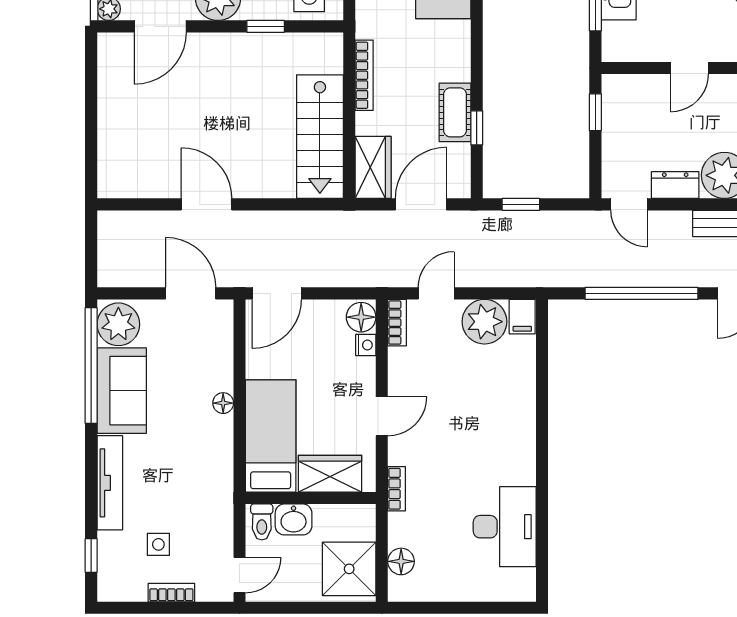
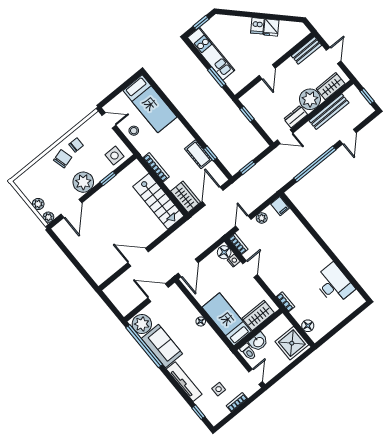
plant: (484, 322) -> (262, 218), width x0.53, depth x0.53
door: (382, 416) -> (250, 269), moved

